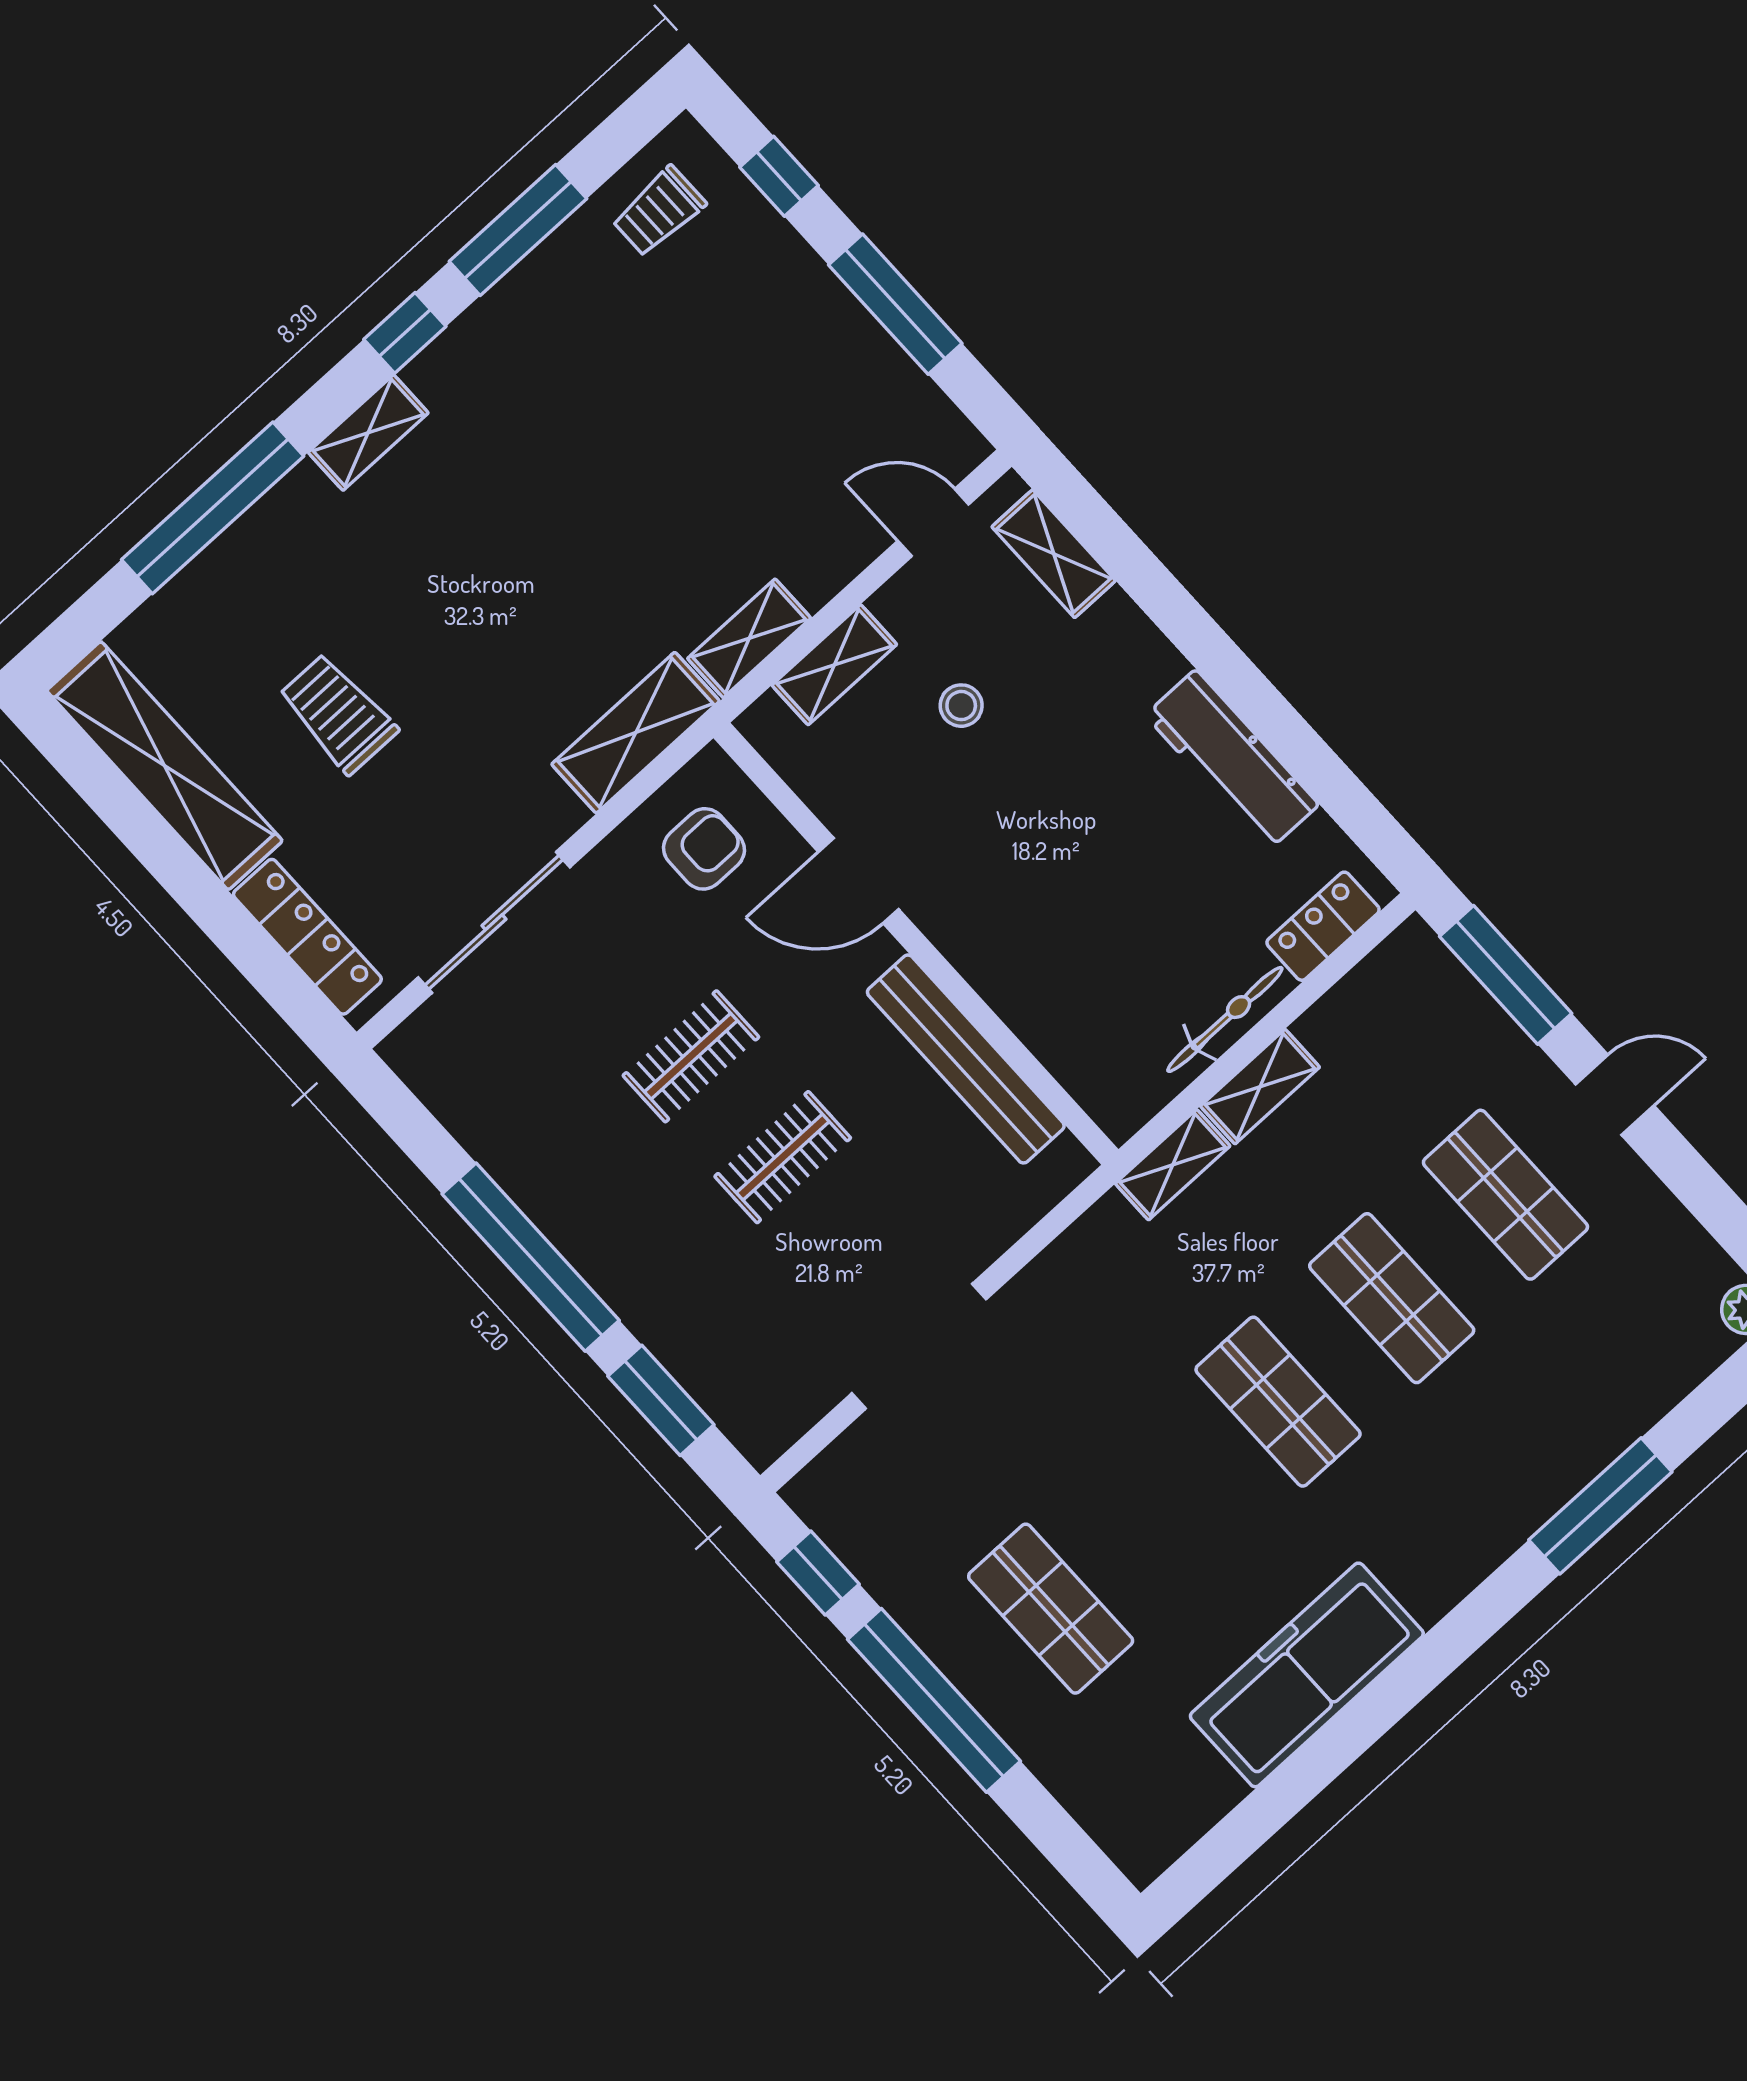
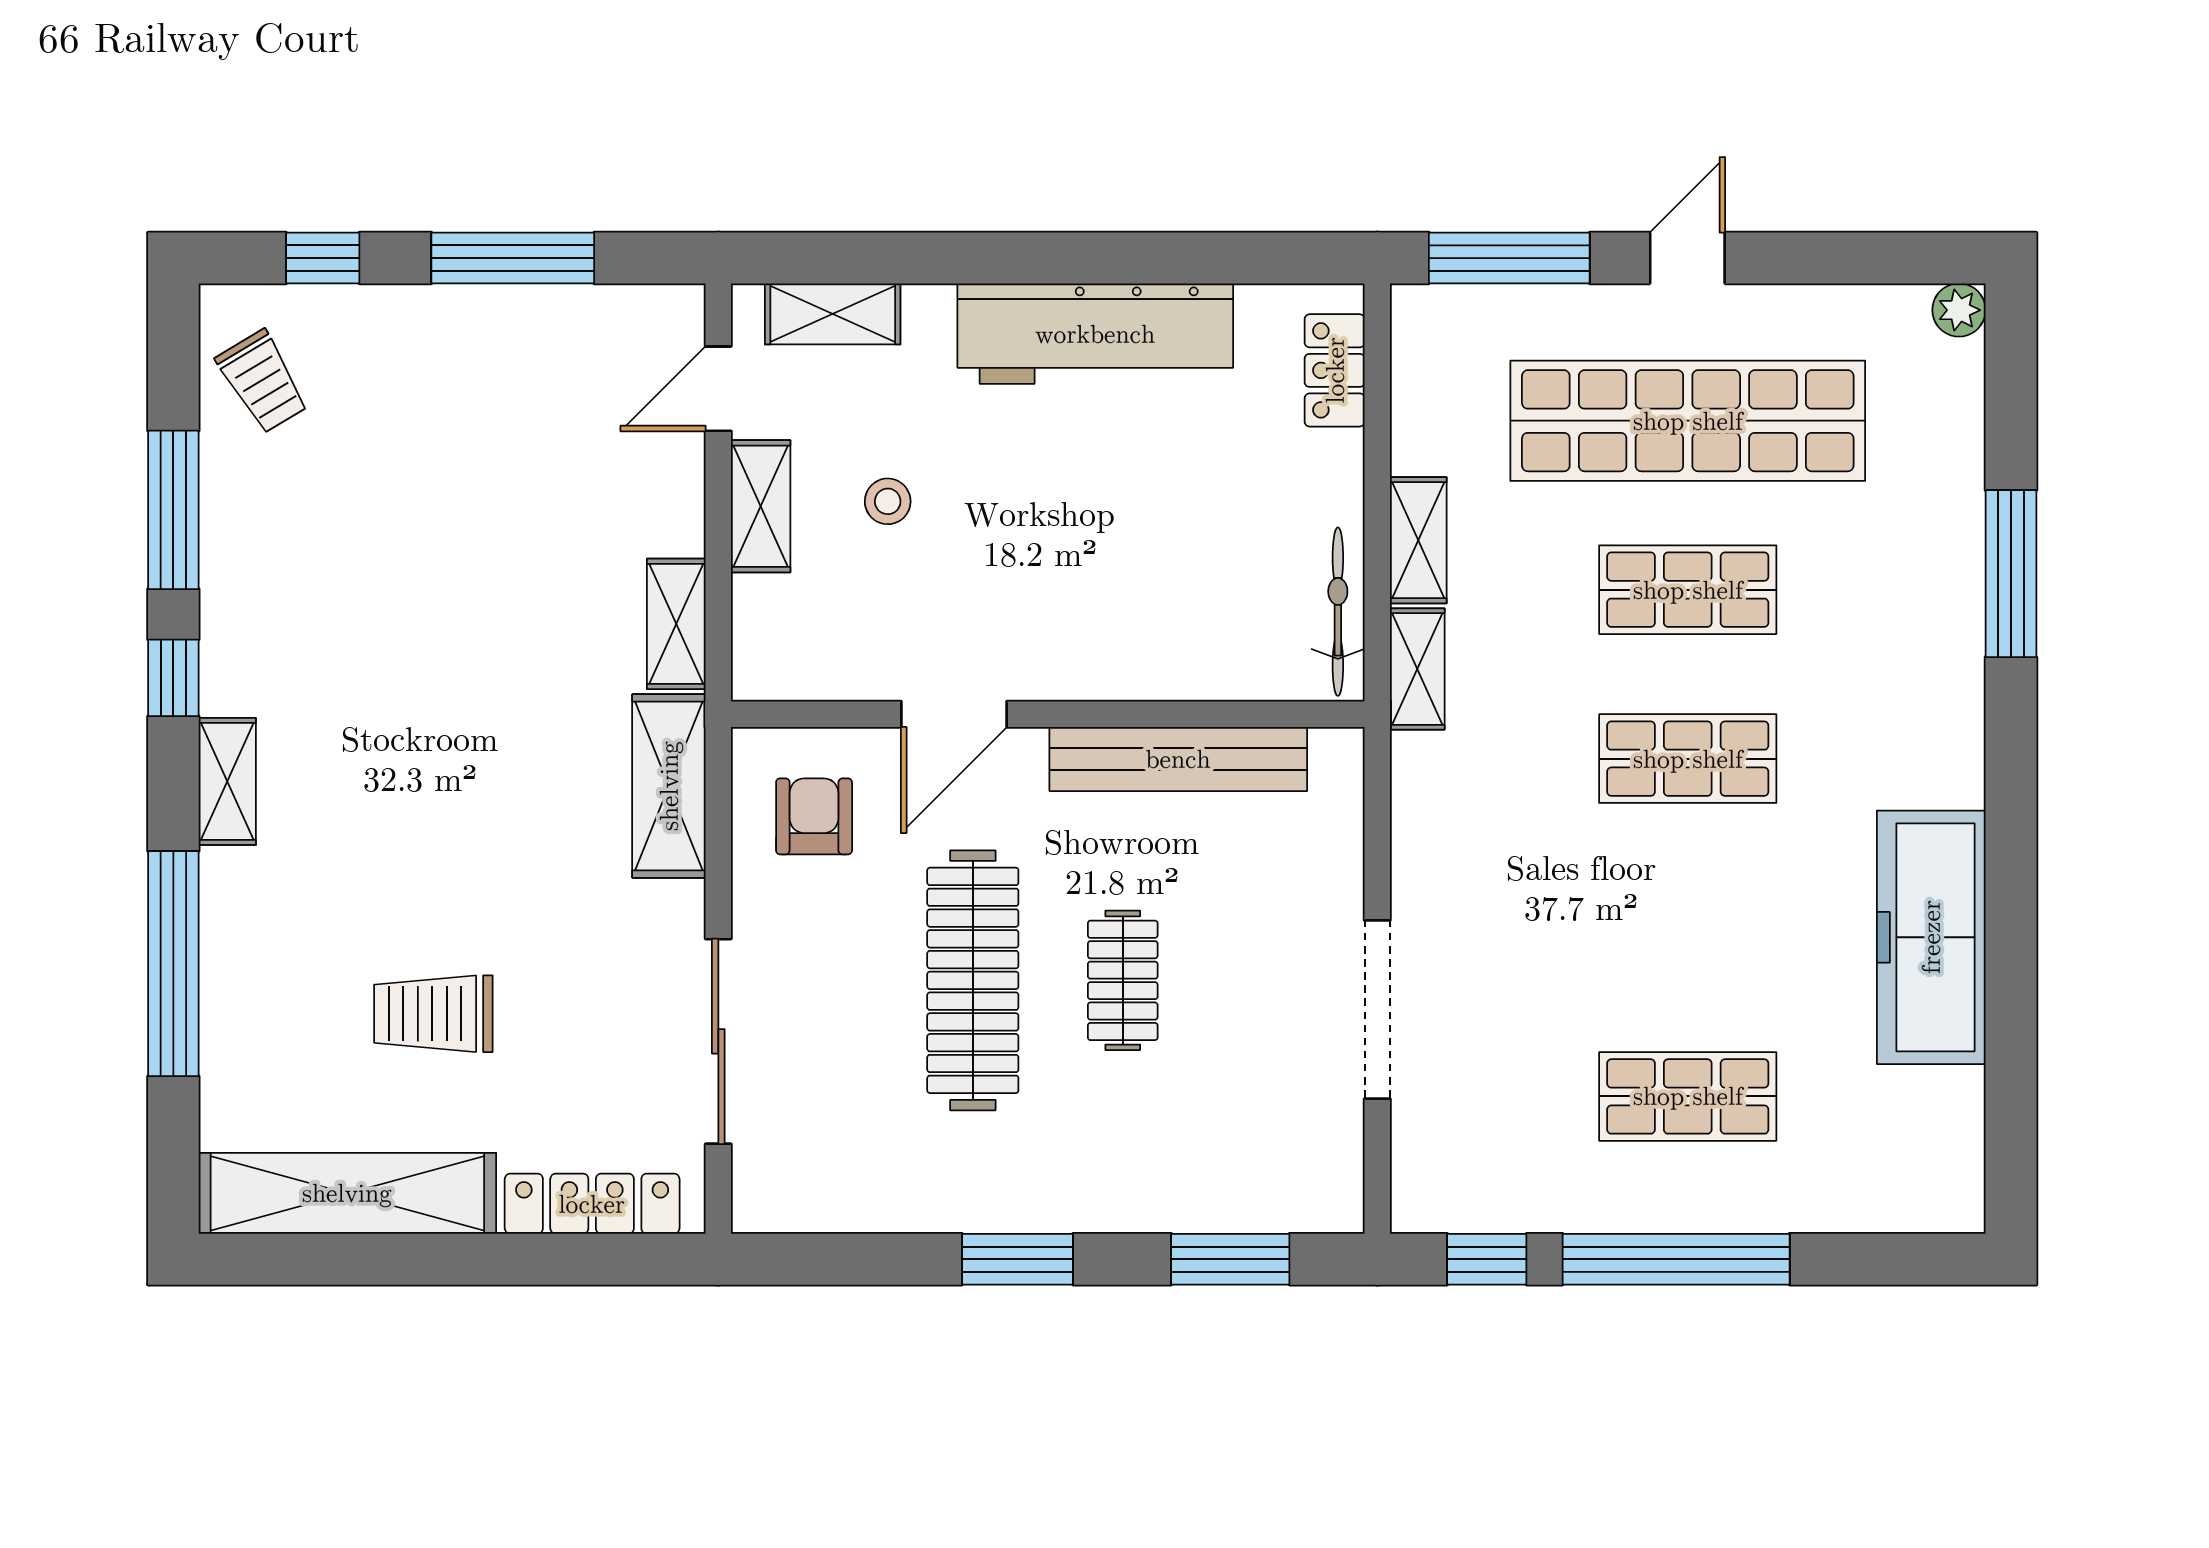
trolley: (659, 211) -> (262, 382), turned -31
shelving: (834, 665) -> (761, 506), moved
workbench: (1232, 760) -> (1095, 334), width x1.36, depth x1.32
bicycle: (1225, 1019) -> (1338, 612), moved
clothes rail: (691, 1056) -> (973, 980), width x1.86, depth x1.31
shop shelf: (1505, 1195) -> (1688, 421), width x2.00, depth x1.36
window: (531, 1257) -> (1018, 1259), width x0.47

